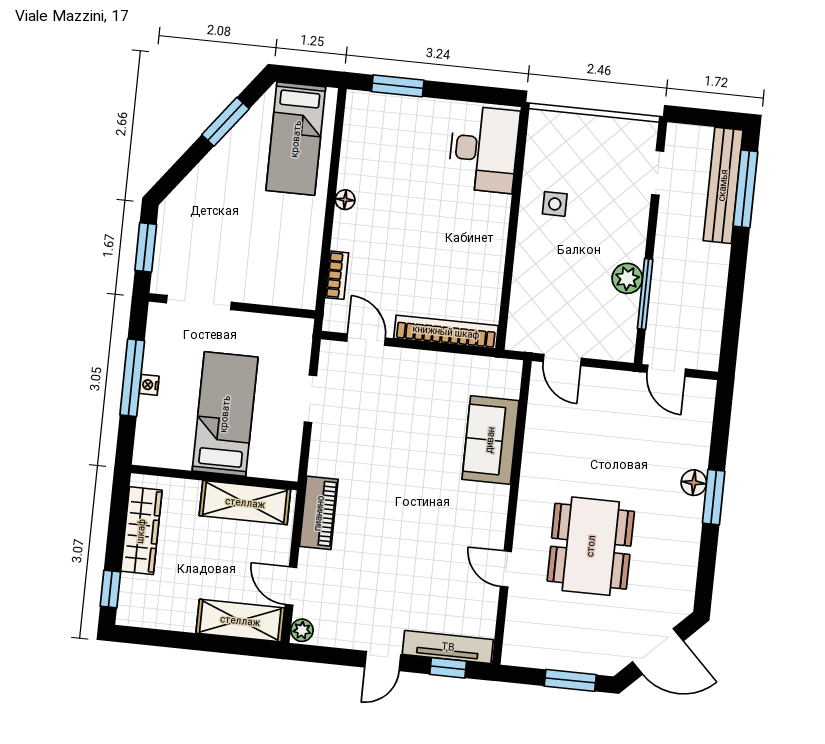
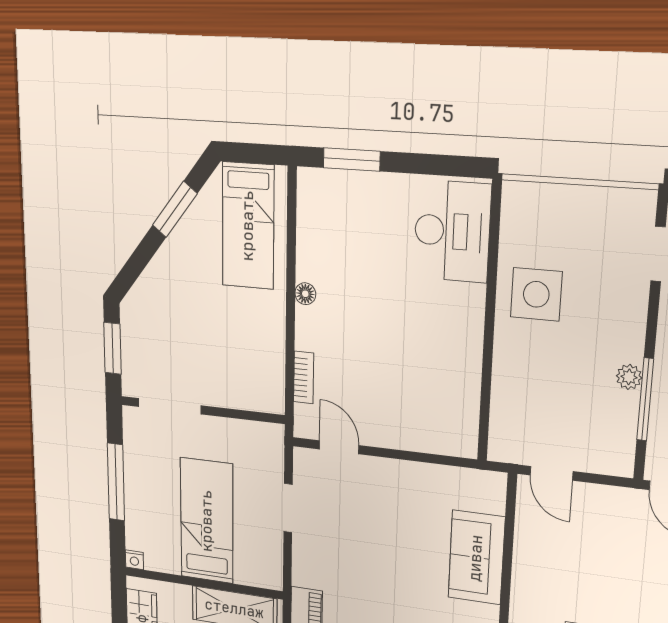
side table: (555, 204) -> (536, 294), width x1.87, depth x1.87
plant: (627, 278) -> (629, 377), width x0.73, depth x0.73
bookcase: (446, 332) -> (422, 440), removed
nightstand: (149, 385) -> (134, 560), moved, turned -90

